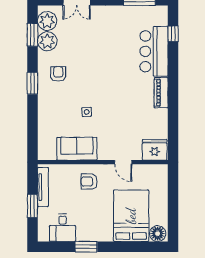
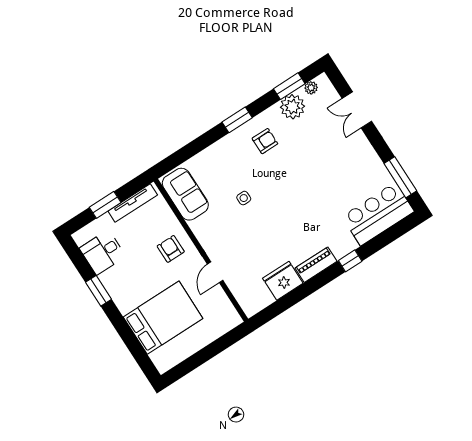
plant: (47, 21) -> (311, 88), width x0.53, depth x0.53
window: (173, 34) -> (350, 261), moved
bar counter: (154, 51) -> (378, 214), moved
sofa: (77, 149) -> (185, 194), moved
fridge: (155, 150) -> (283, 281), moved, turned -90
floor lamp: (158, 234) -> (162, 359), removed

